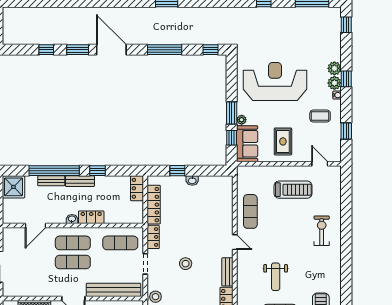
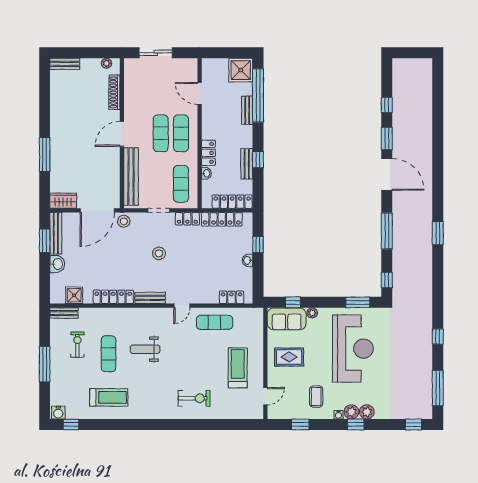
door: (111, 50) -> (387, 174), hinge flipped
window: (232, 113) -> (358, 302), moved
window: (54, 171) -> (258, 95), moved
bench: (80, 181) -> (247, 164), moved
locker: (137, 188) -> (232, 202), width x1.53
treadmill: (293, 190) -> (238, 368), turned 180
locker: (227, 196) -> (231, 297), added
washbasin: (72, 219) -> (206, 173), moved

